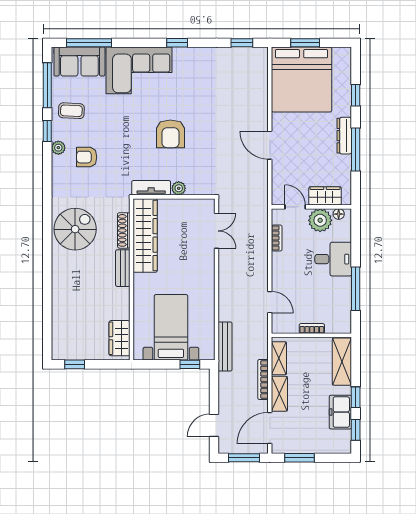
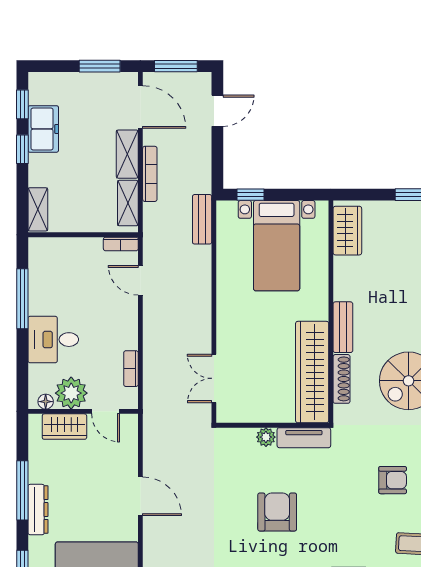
bookcase: (312, 329) -> (121, 244), moved
bench: (225, 346) -> (202, 219), width x0.73
shelving: (342, 362) -> (38, 209), width x0.67, depth x0.75
door: (270, 428) -> (140, 107), hinge flipped

